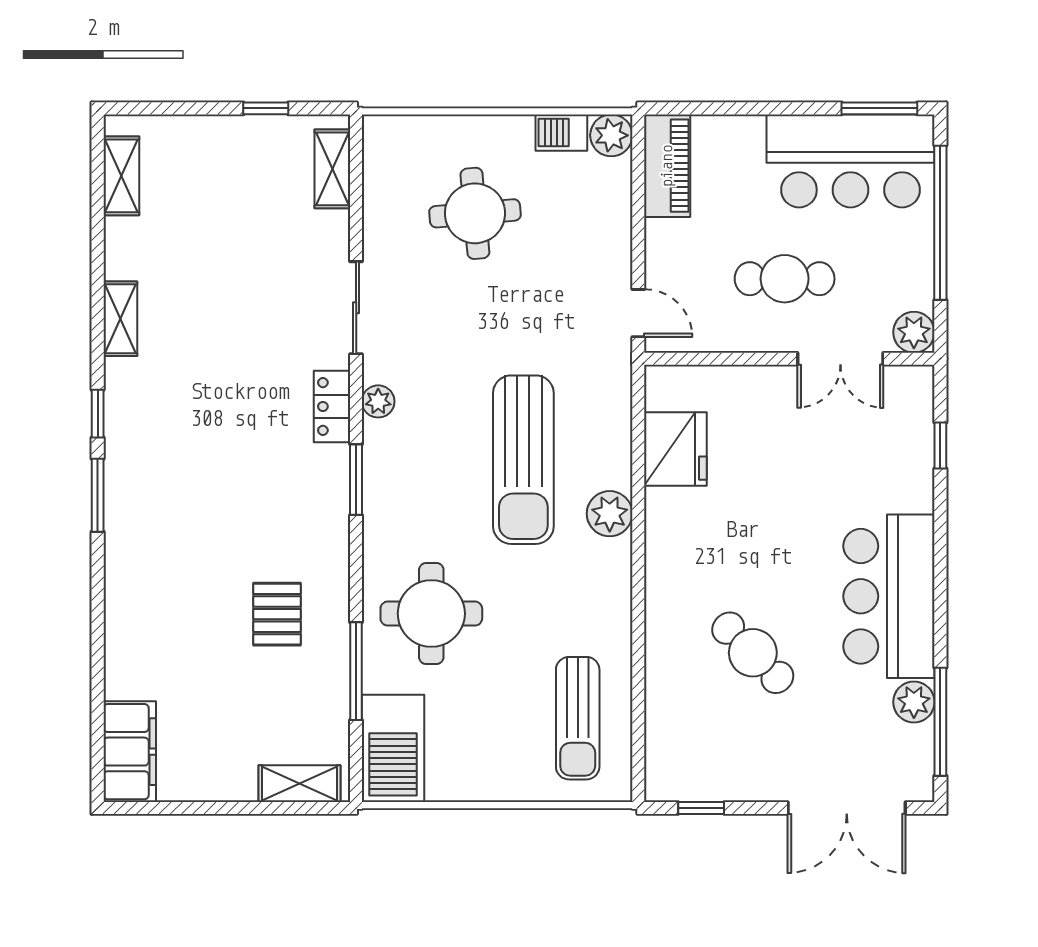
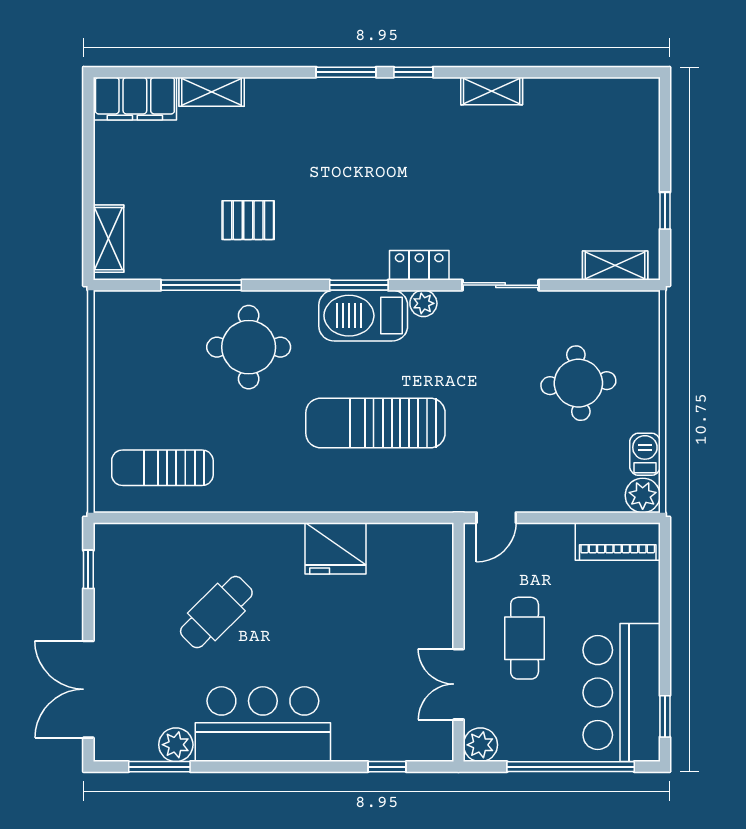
window: (879, 108) -> (665, 716), width x0.67
shelving: (121, 176) -> (212, 92), moved
fridge: (675, 449) -> (335, 548), moved
plant: (610, 514) -> (331, 494), removed
window: (940, 722) -> (159, 767), width x0.69
barbecue: (393, 748) -> (363, 316), moved

